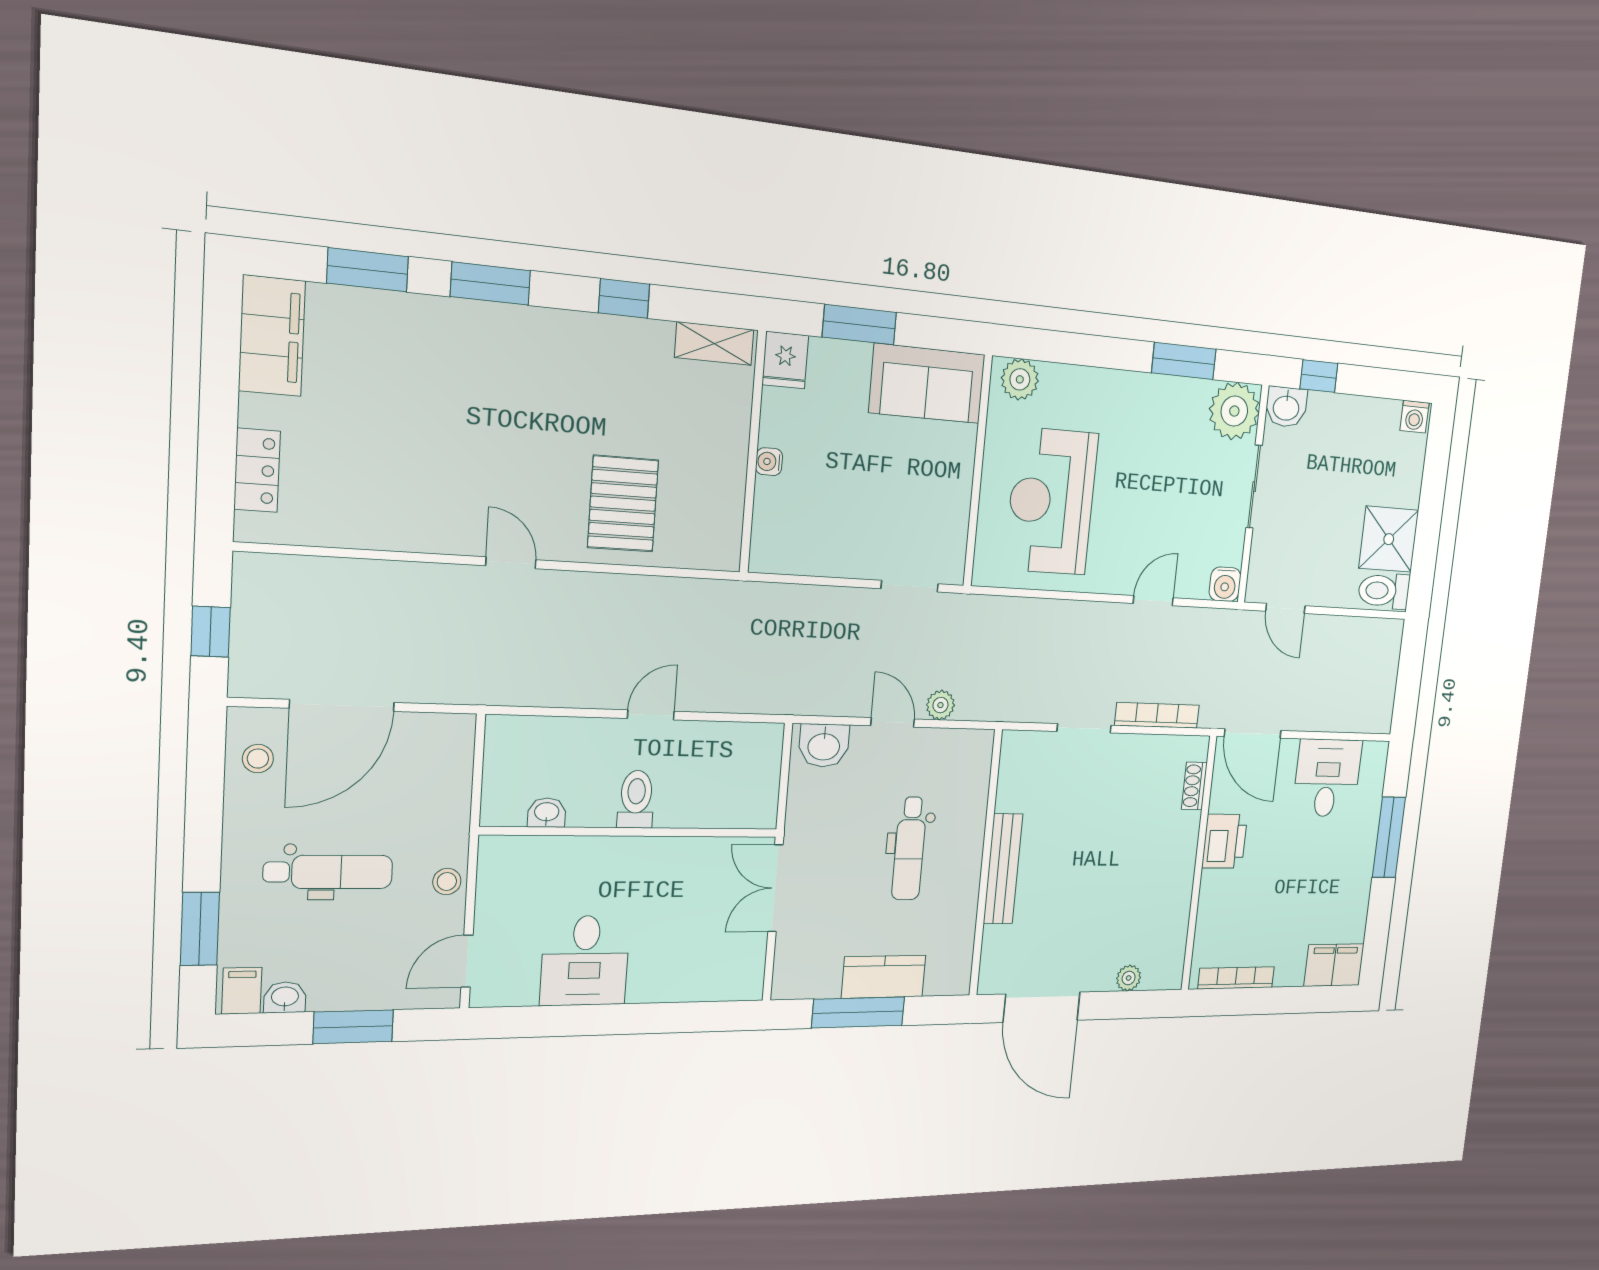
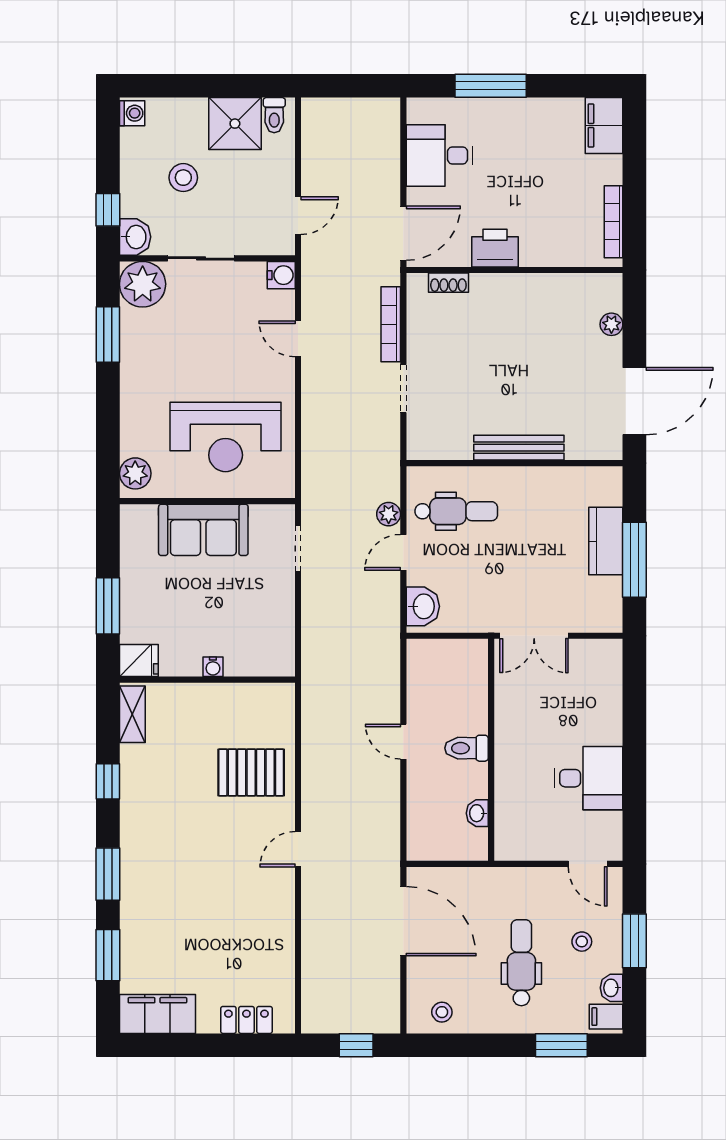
sofa: (927, 384) -> (203, 530), moved, turned 90
stool: (1341, 472) -> (183, 178), added
toilet: (1384, 591) -> (274, 115), width x0.73, depth x0.72
door: (342, 705) -> (403, 921), moved
dental chair: (909, 848) -> (456, 511), moved
stool: (447, 882) -> (582, 942), moved

